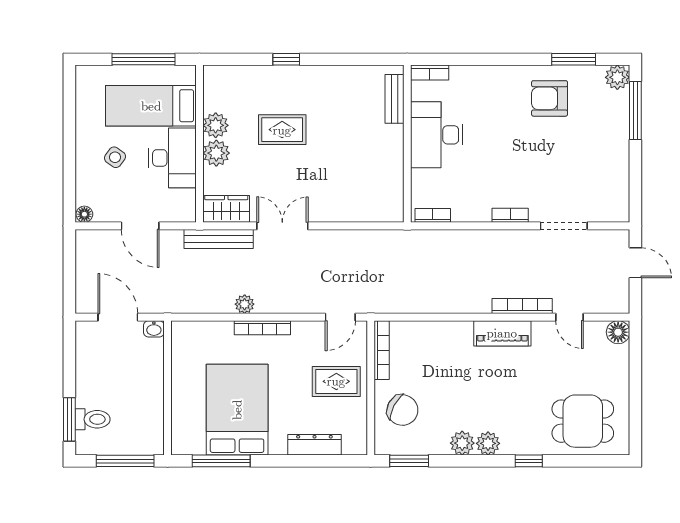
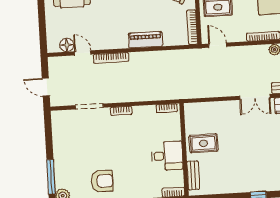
rug: (282, 130) -> (203, 143), moved
desk: (437, 135) -> (167, 156), width x0.73
door: (340, 317) -> (218, 45), hinge flipped
floor lamp: (618, 332) -> (67, 45), moved
piano: (502, 333) -> (145, 40), moved

